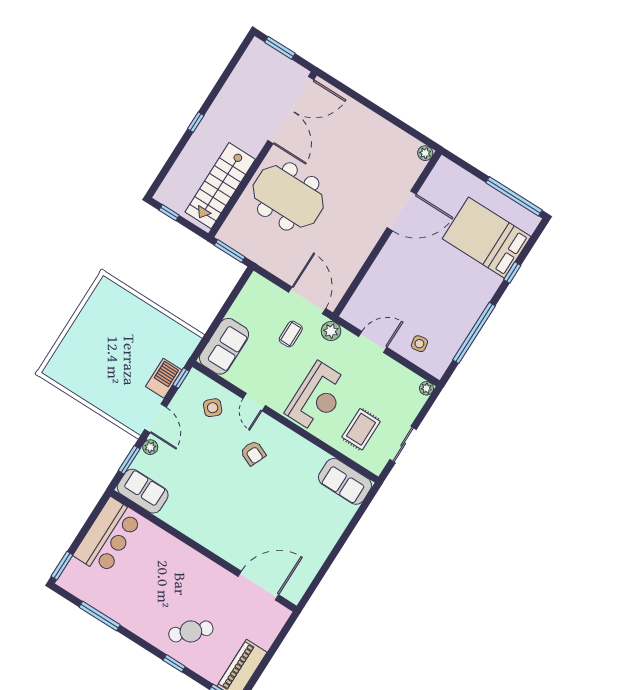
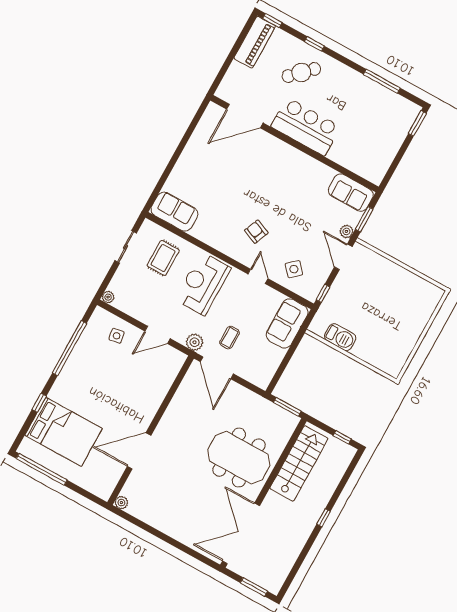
barbecue: (164, 378) -> (340, 337), moved, turned -90
bar counter: (108, 536) -> (306, 127), moved, turned 90

